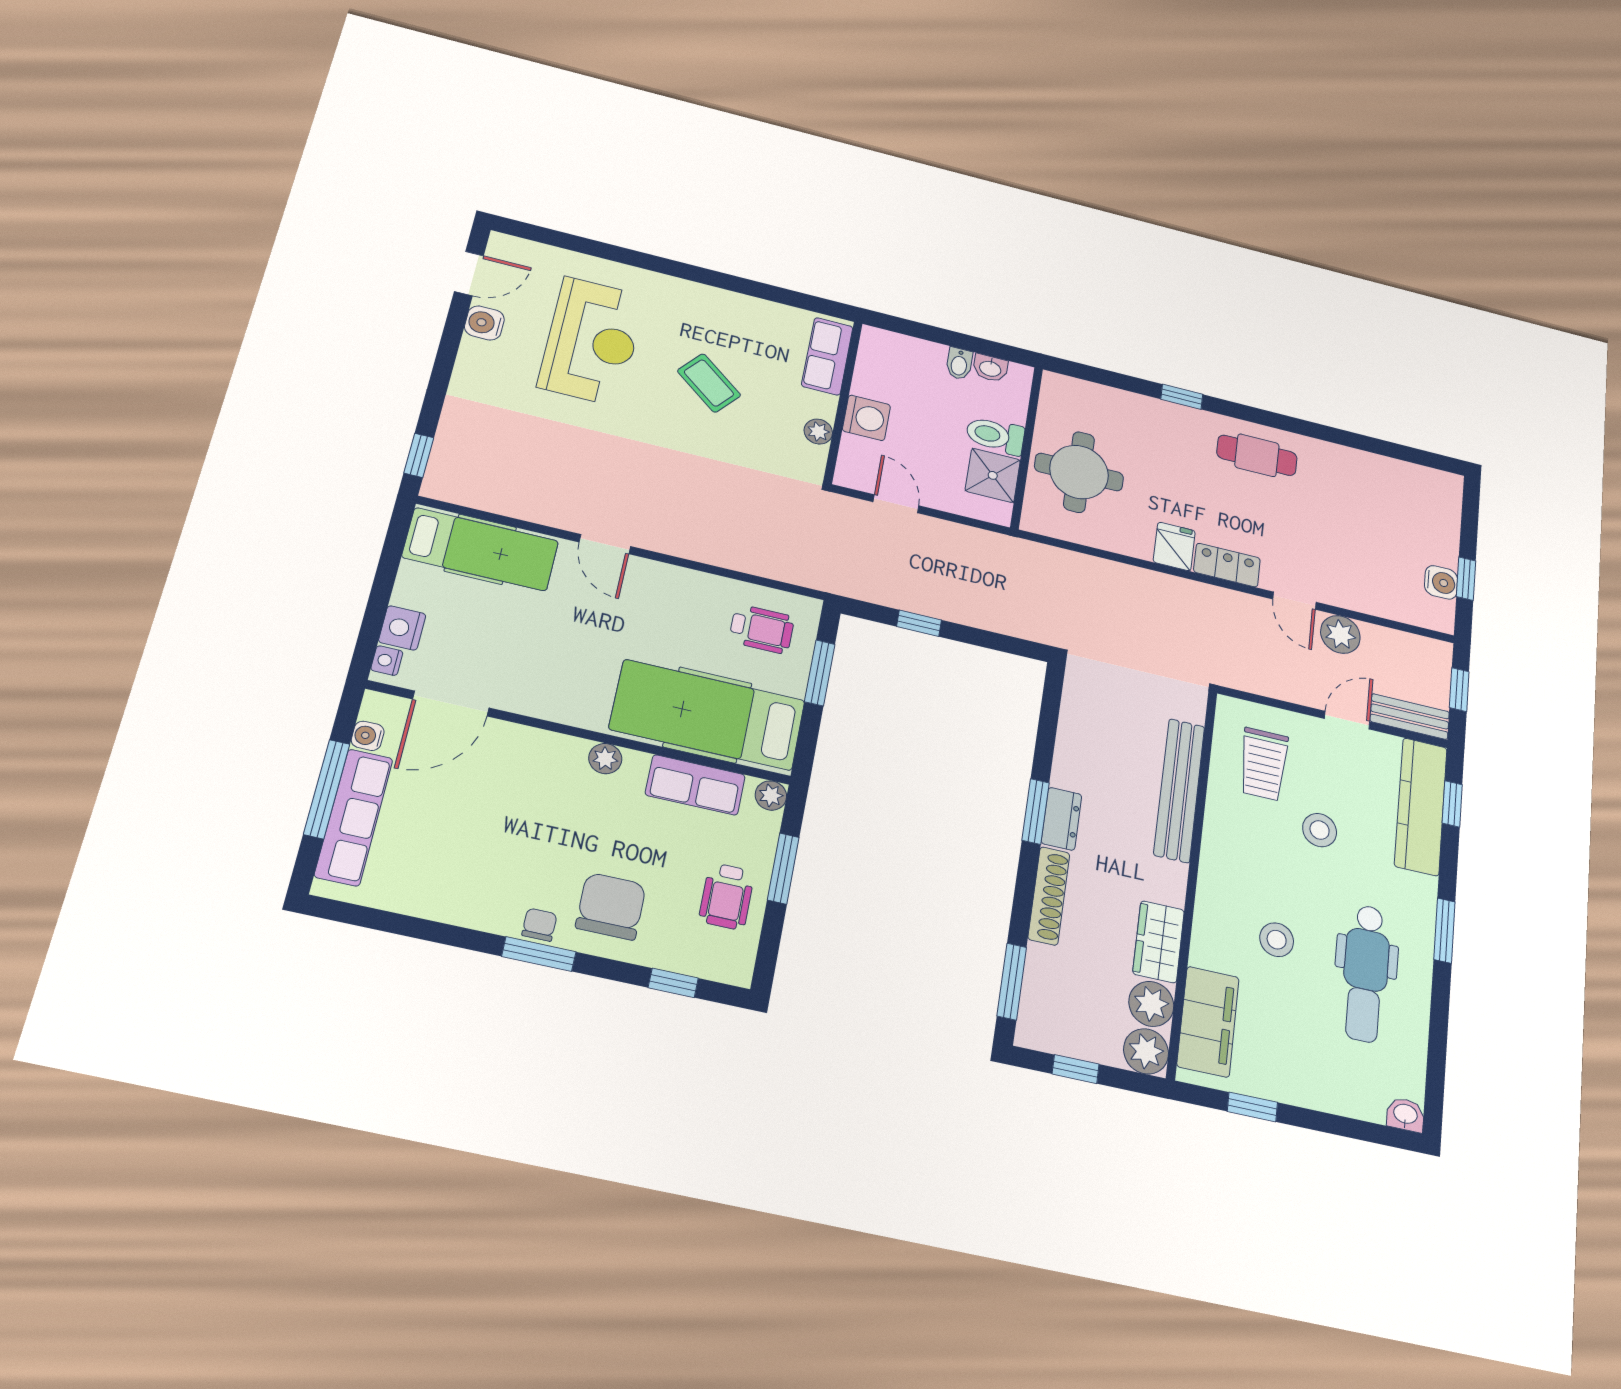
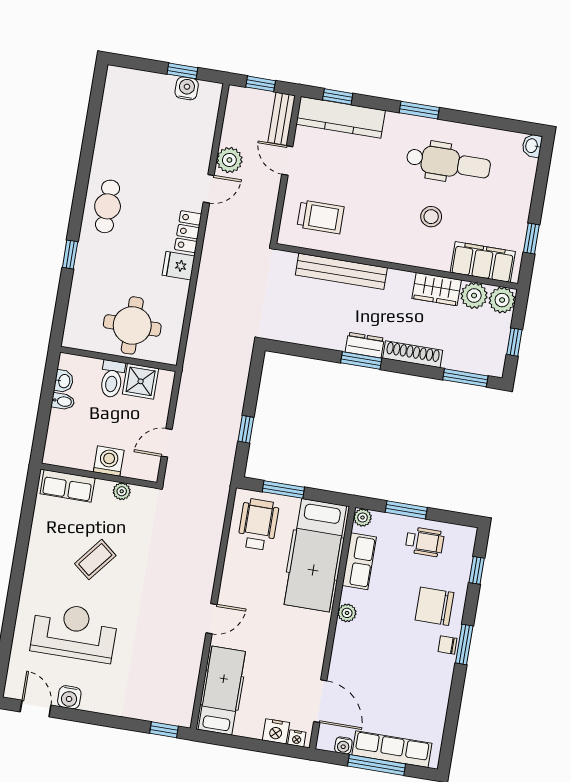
wheelchair: (762, 629) -> (258, 524), width x1.36, depth x1.37
stool: (1320, 830) -> (361, 184), removed

